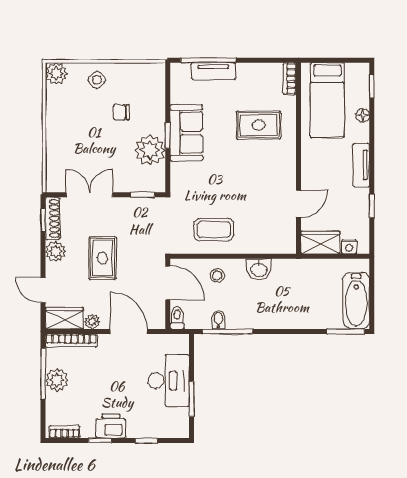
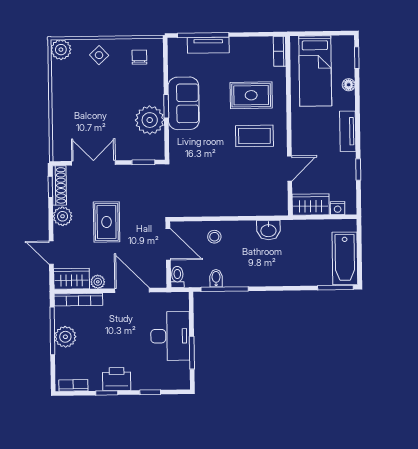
chair: (121, 112) -> (139, 57), moved, turned 90
coffee table: (214, 229) -> (254, 136), moved
washbasin: (259, 269) -> (268, 230), moved

